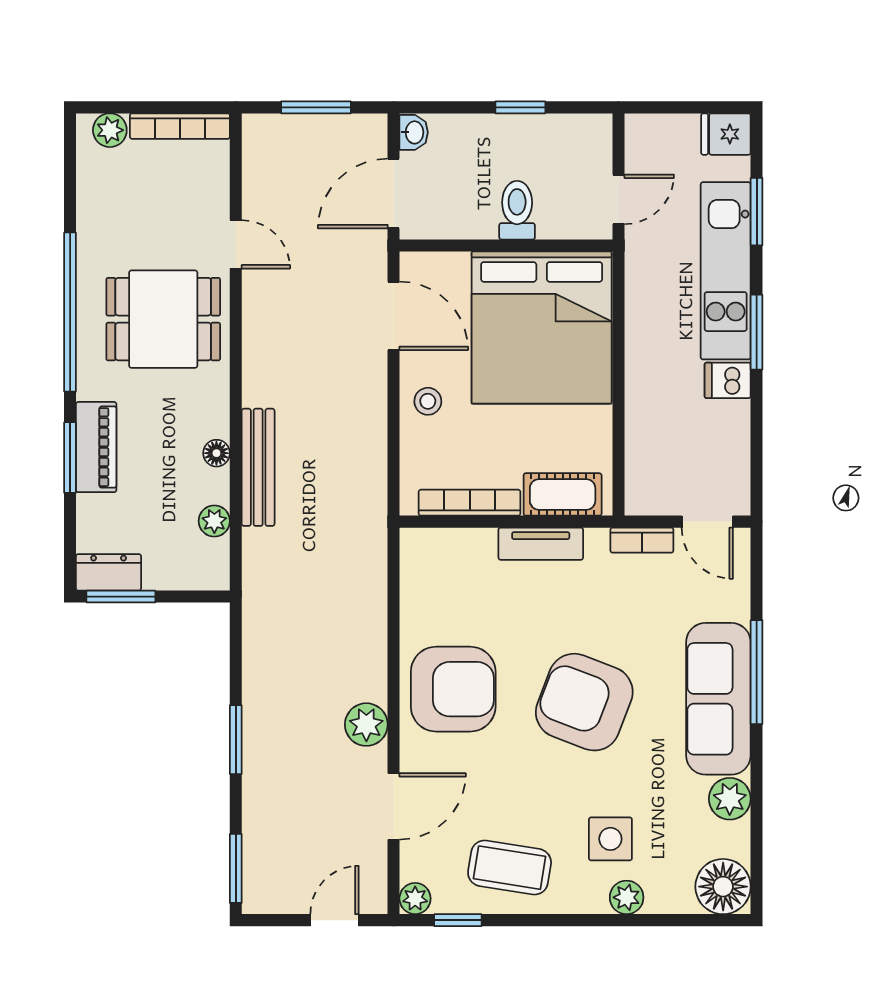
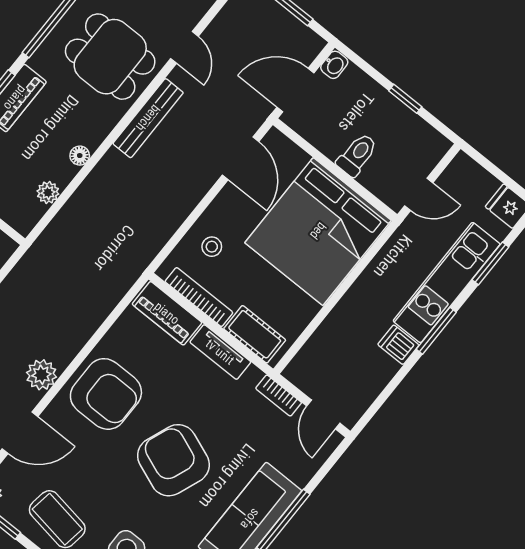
stool: (428, 401) -> (212, 247), moved
bench: (258, 467) -> (148, 118), moved
piano: (449, 548) -> (167, 313), added

